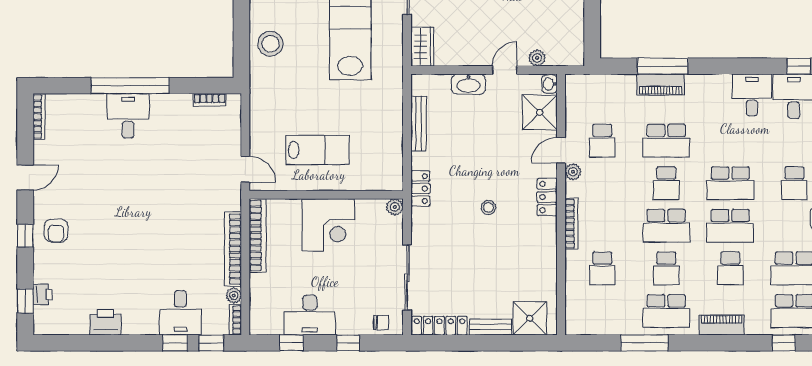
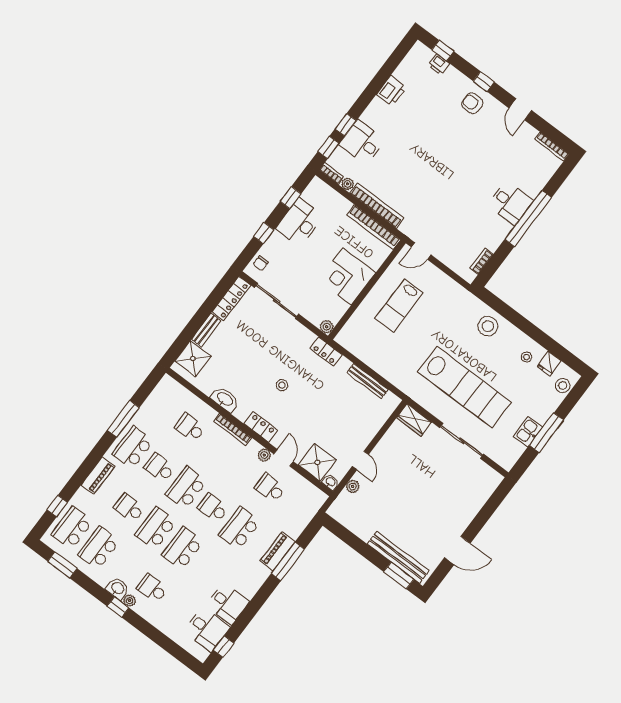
washbasin: (468, 84) -> (225, 399), moved, turned 90

